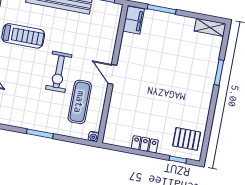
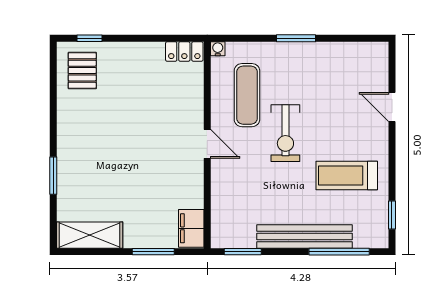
shelving: (210, 27) -> (90, 235), width x1.50, depth x1.33
exercise bike: (59, 72) -> (285, 133), turned 180
pallet: (187, 139) -> (82, 71), turned 90
locker: (145, 144) -> (184, 51), moved

